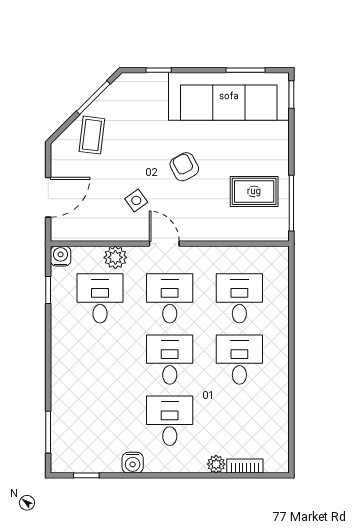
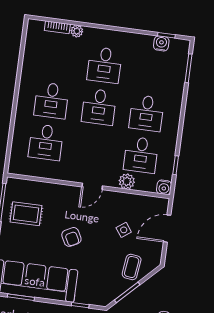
side table: (136, 200) -> (124, 230), moved
door: (164, 244) -> (92, 186), hinge flipped
desk: (170, 298) -> (146, 113), moved
water cooler: (133, 463) -> (161, 43), moved

